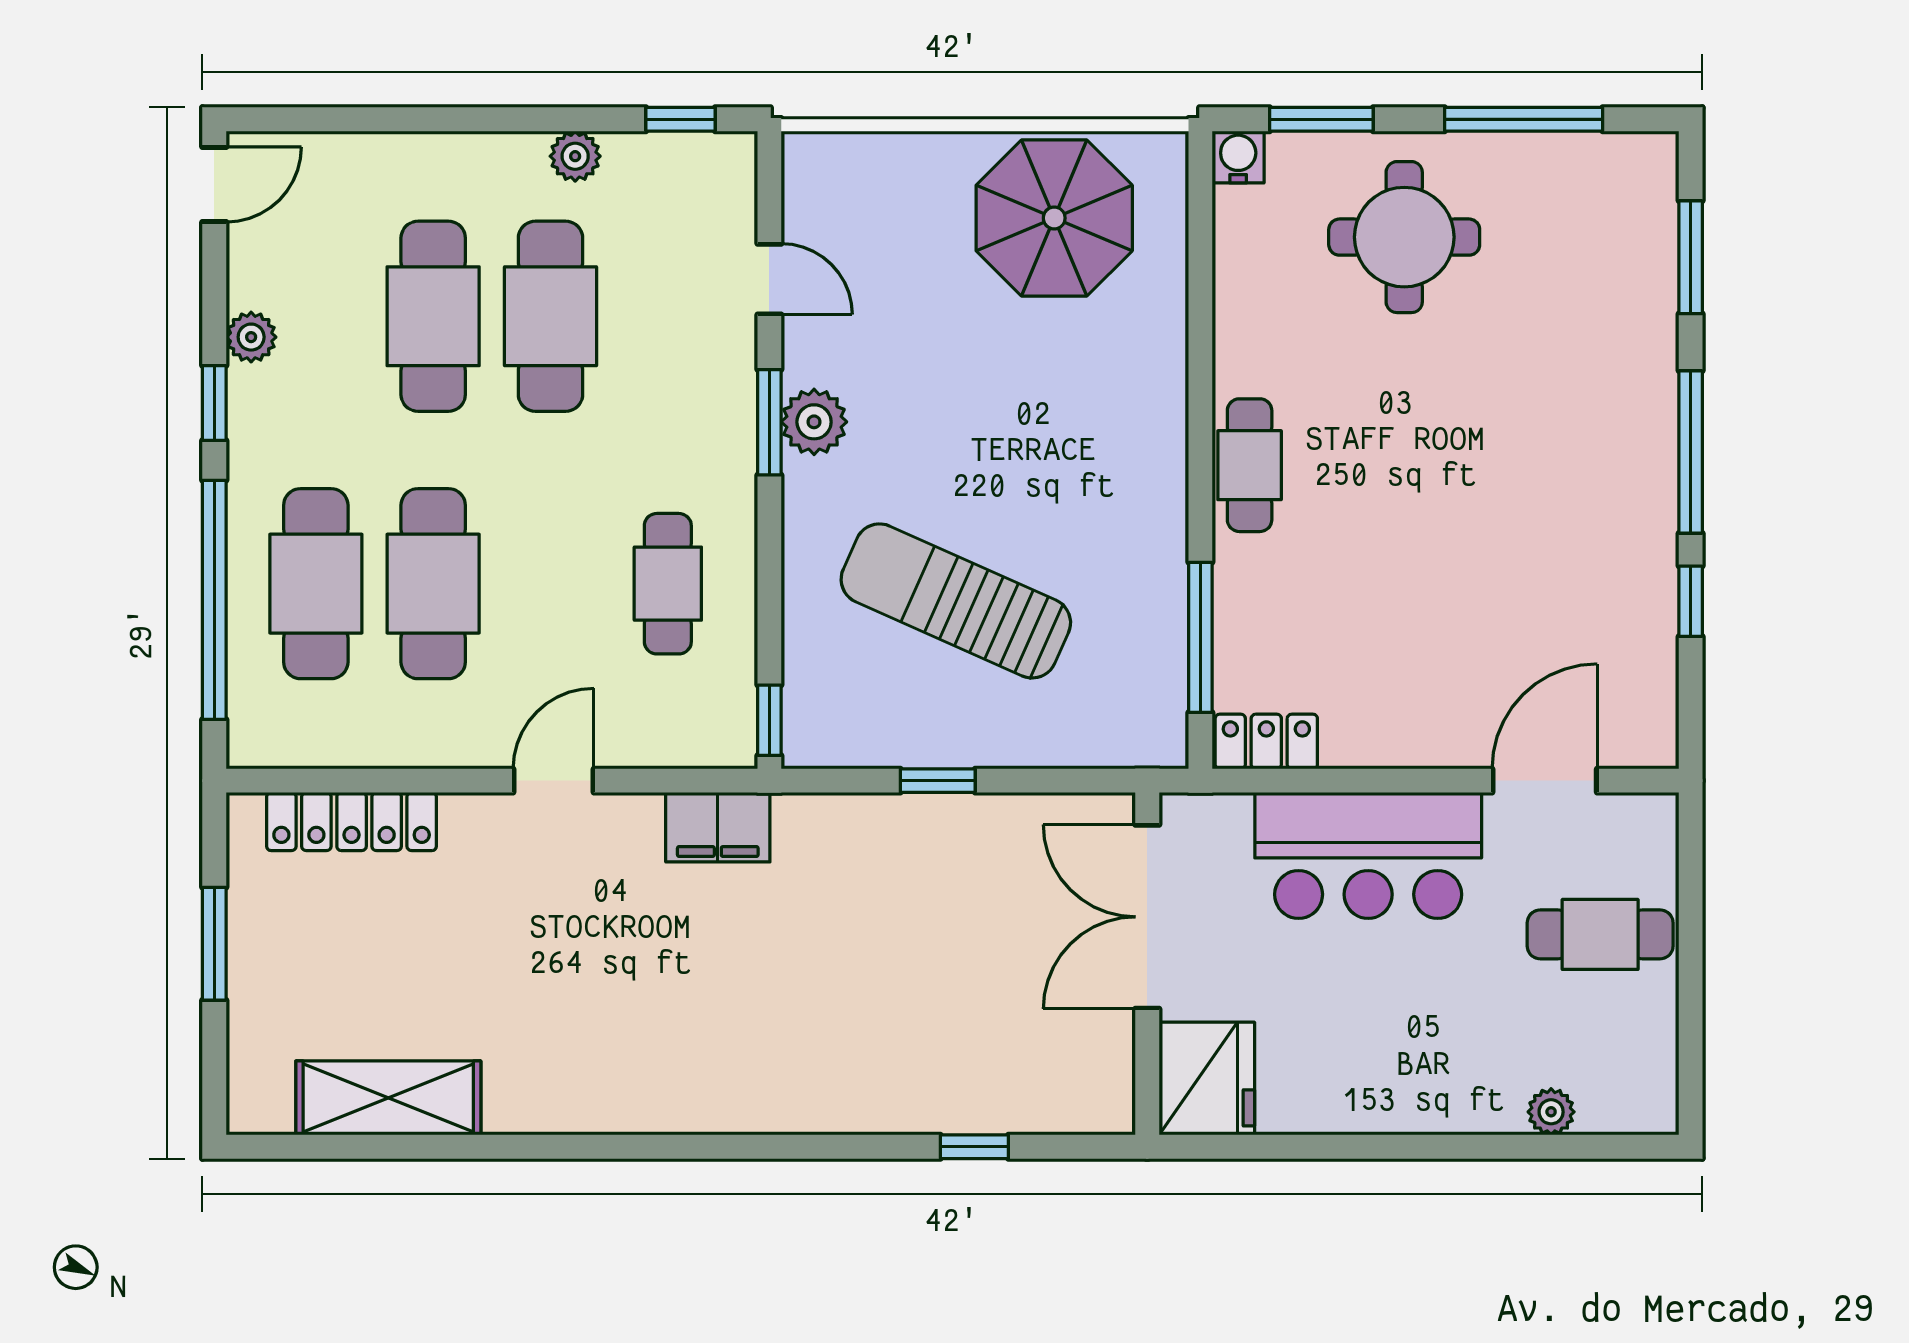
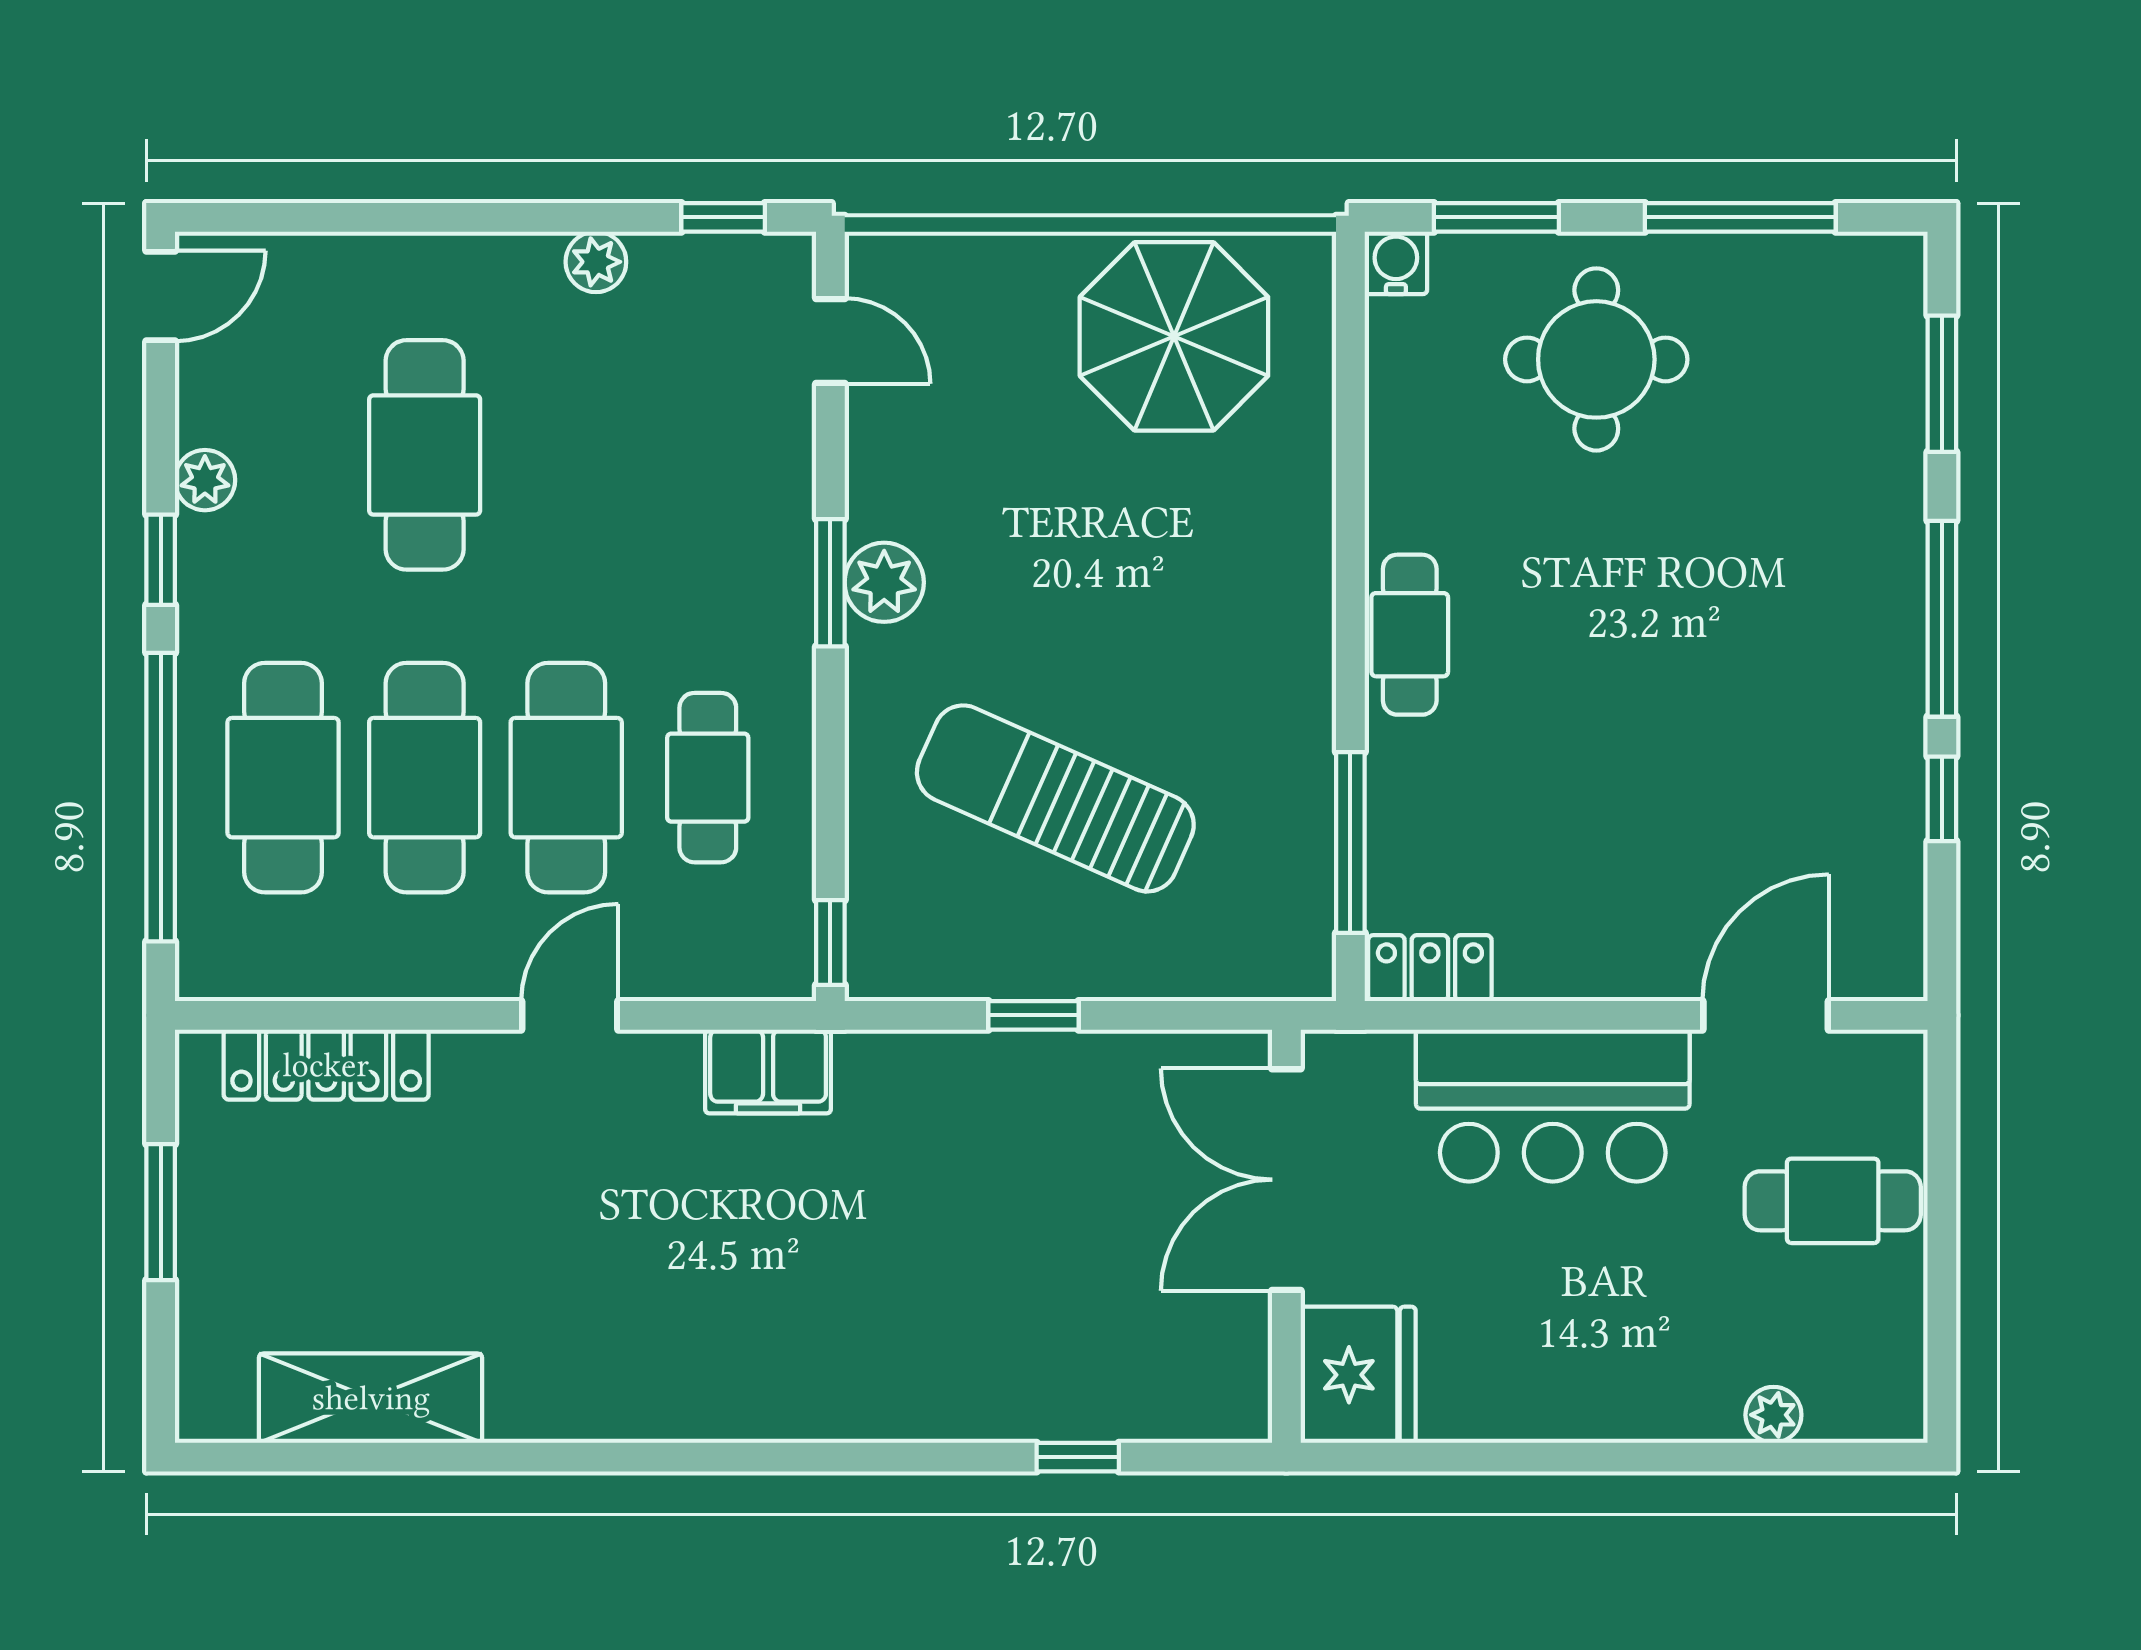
door: (769, 279) -> (830, 341), moved
cafe table: (550, 316) -> (566, 778), moved

